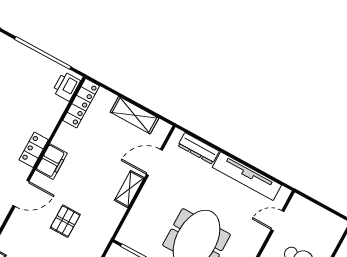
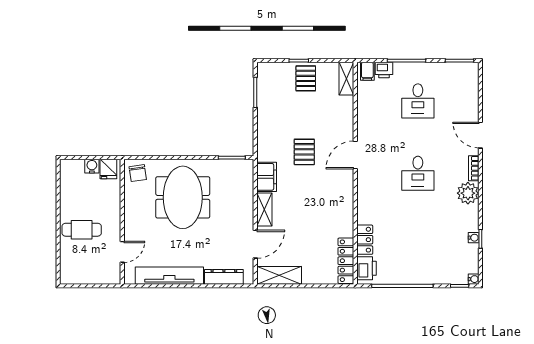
shelving: (134, 115) -> (279, 275), moved
locker: (34, 150) -> (365, 240), moved
filing cabinet: (52, 162) -> (267, 177), moved, turned 180

